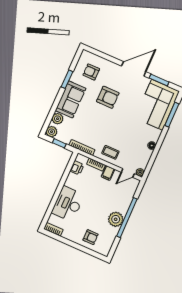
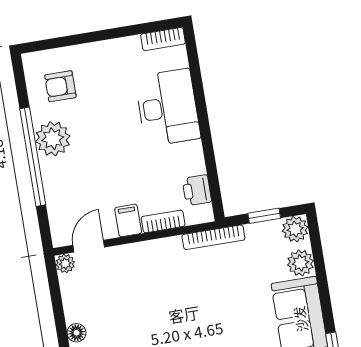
coffee table: (110, 152) -> (150, 265), removed
armchair: (91, 237) -> (60, 86), moved

